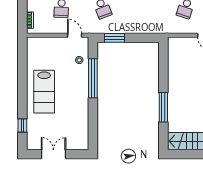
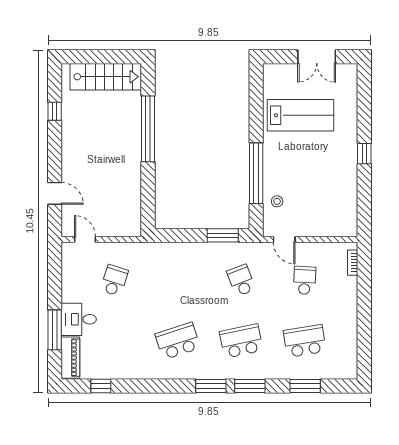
lab bench: (44, 92) -> (300, 115), moved, turned 90
window: (163, 107) -> (148, 129), width x1.46
window: (22, 125) -> (364, 154), moved

